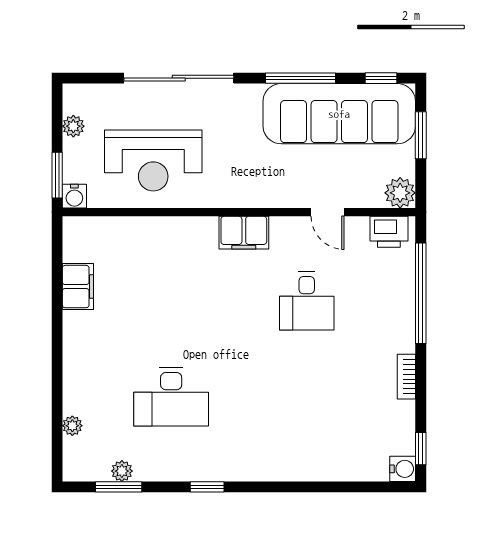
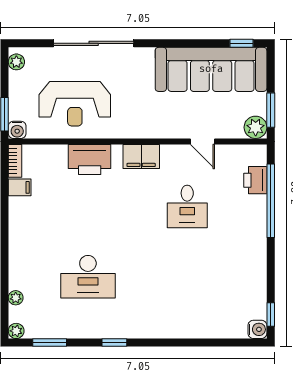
window: (300, 78) -> (183, 43), removed
plant: (73, 126) -> (16, 62), moved
window: (421, 135) -> (271, 110), moved
printer: (389, 232) -> (255, 180), moved, turned 90
printer: (173, 237) -> (90, 160), added
filing cabinet: (78, 287) -> (20, 187), width x0.50
bookcase: (406, 377) -> (15, 161), moved, turned 180
plant: (122, 471) -> (16, 331), moved

